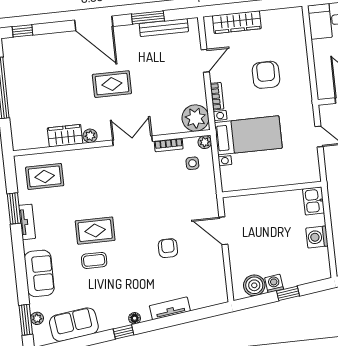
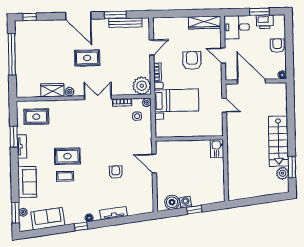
wardrobe: (237, 22) -> (205, 23), moved
door: (311, 64) -> (223, 56), added
washing machine: (317, 237) -> (217, 173), removed

